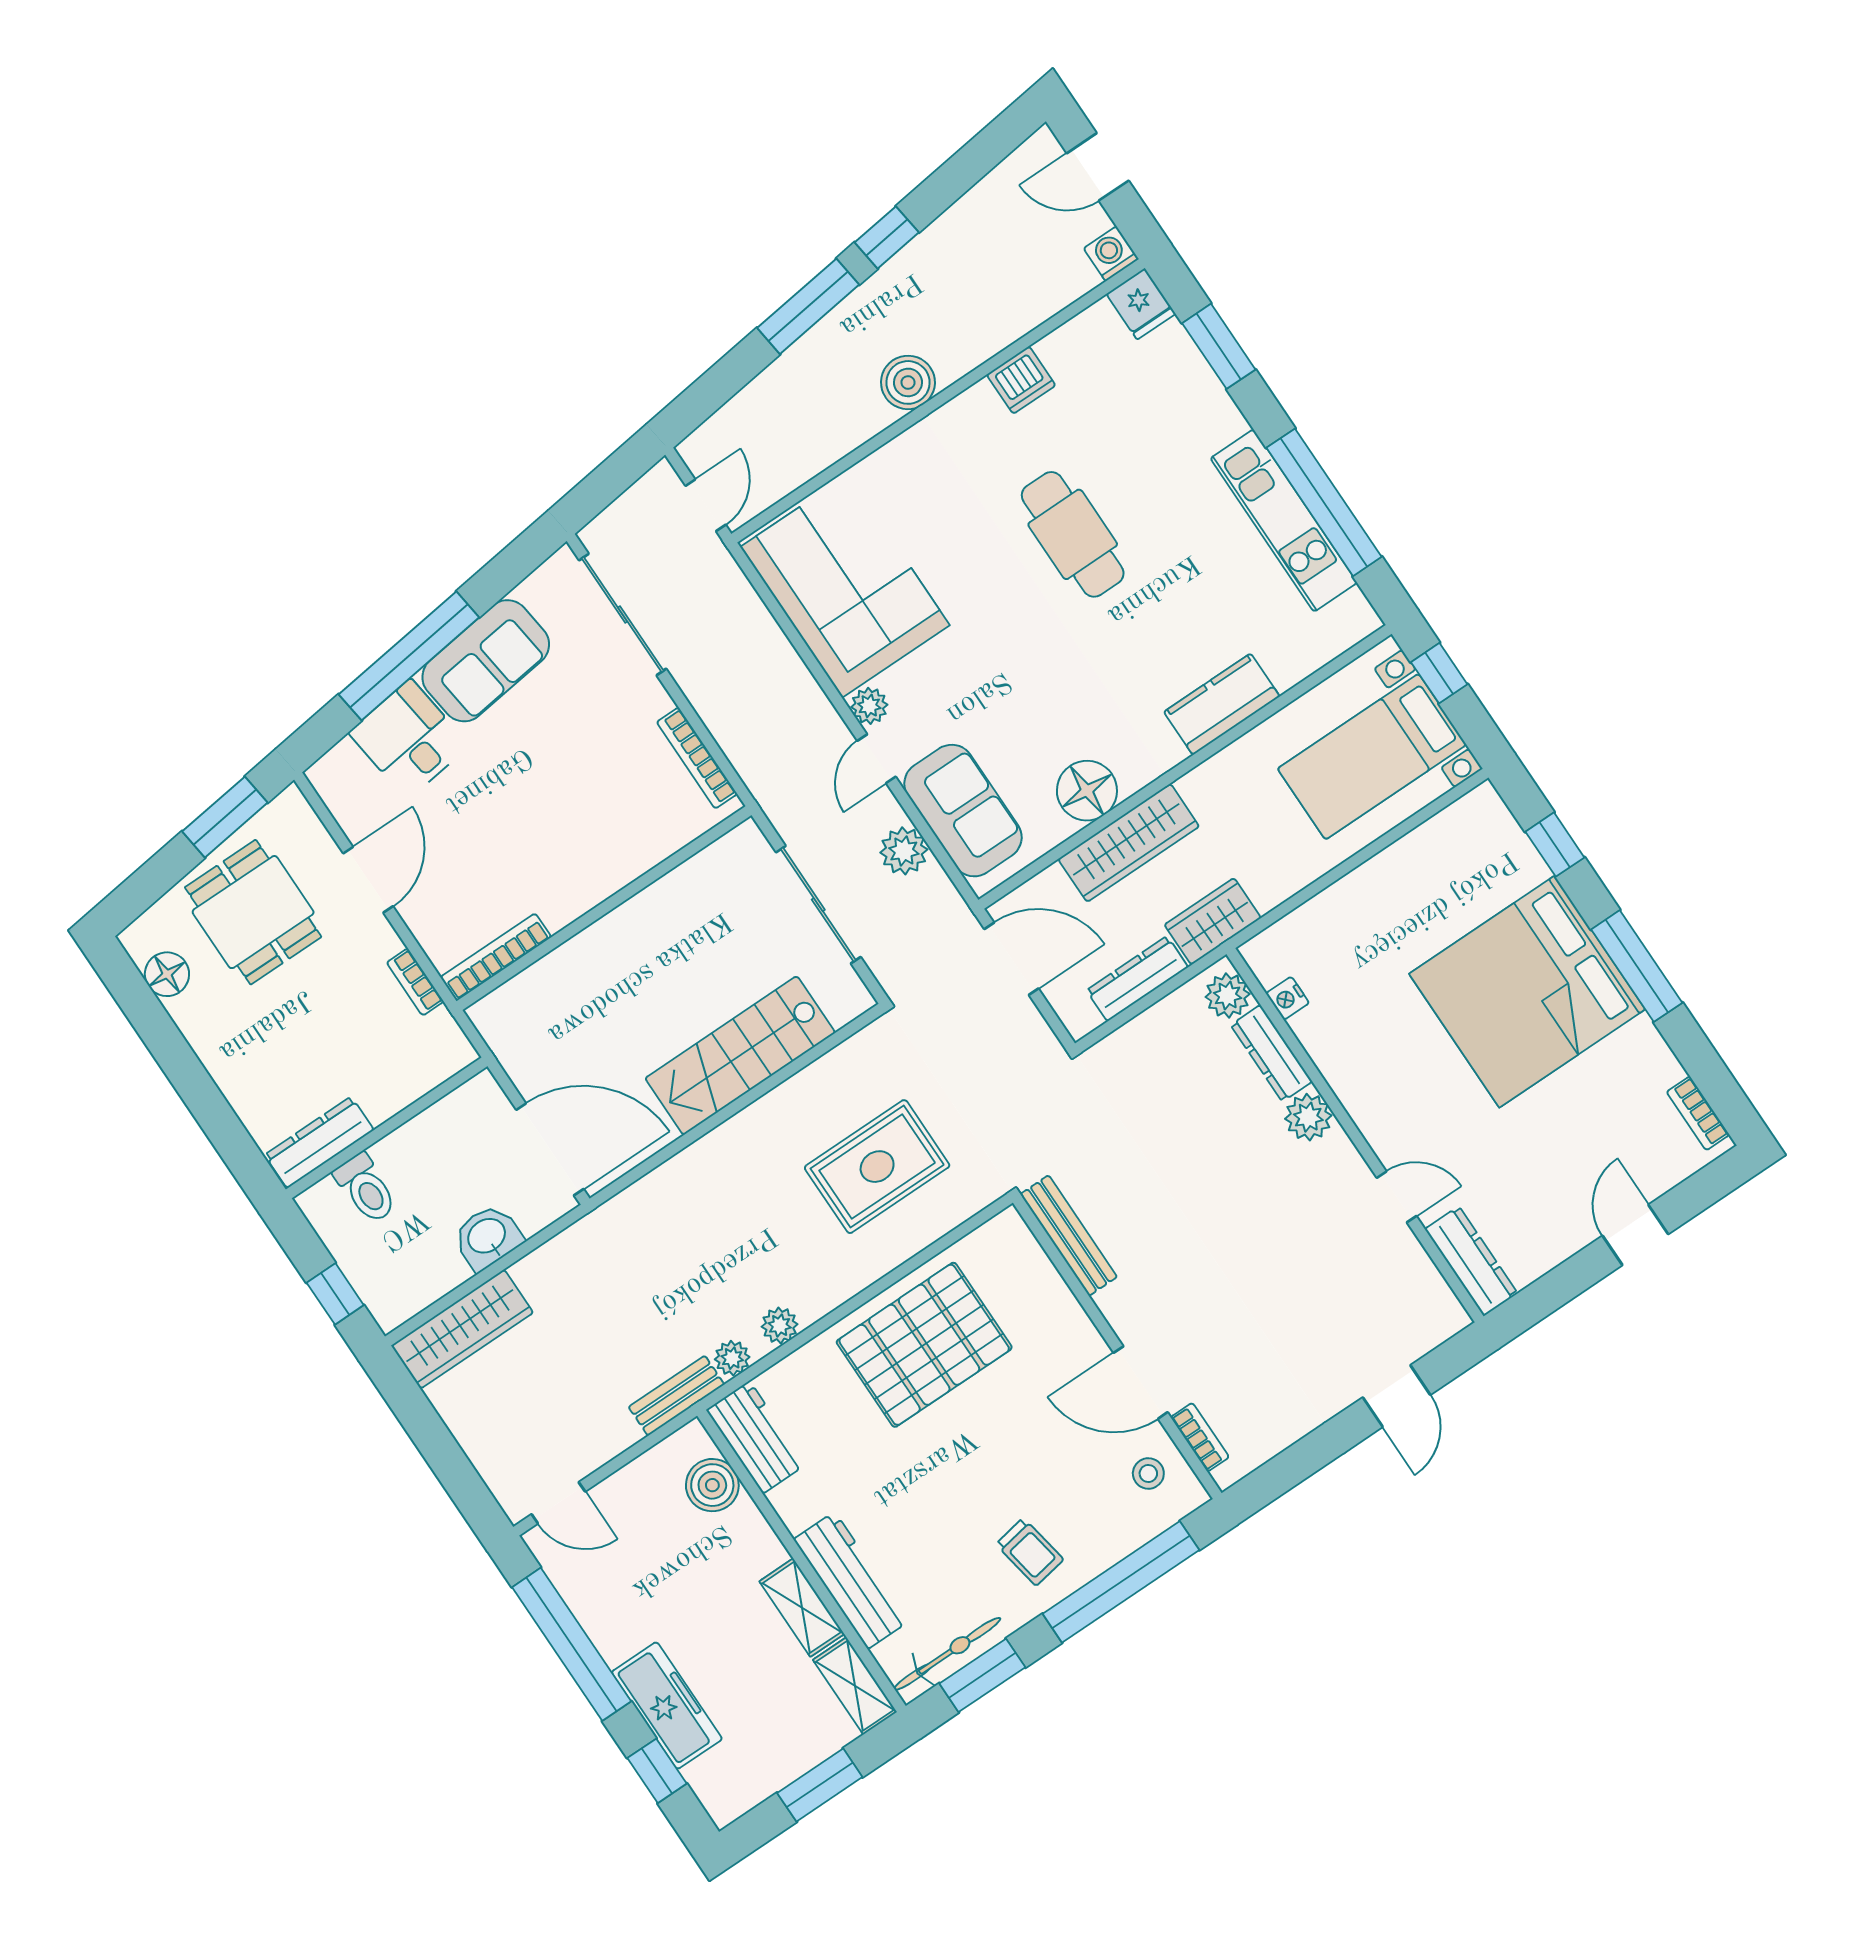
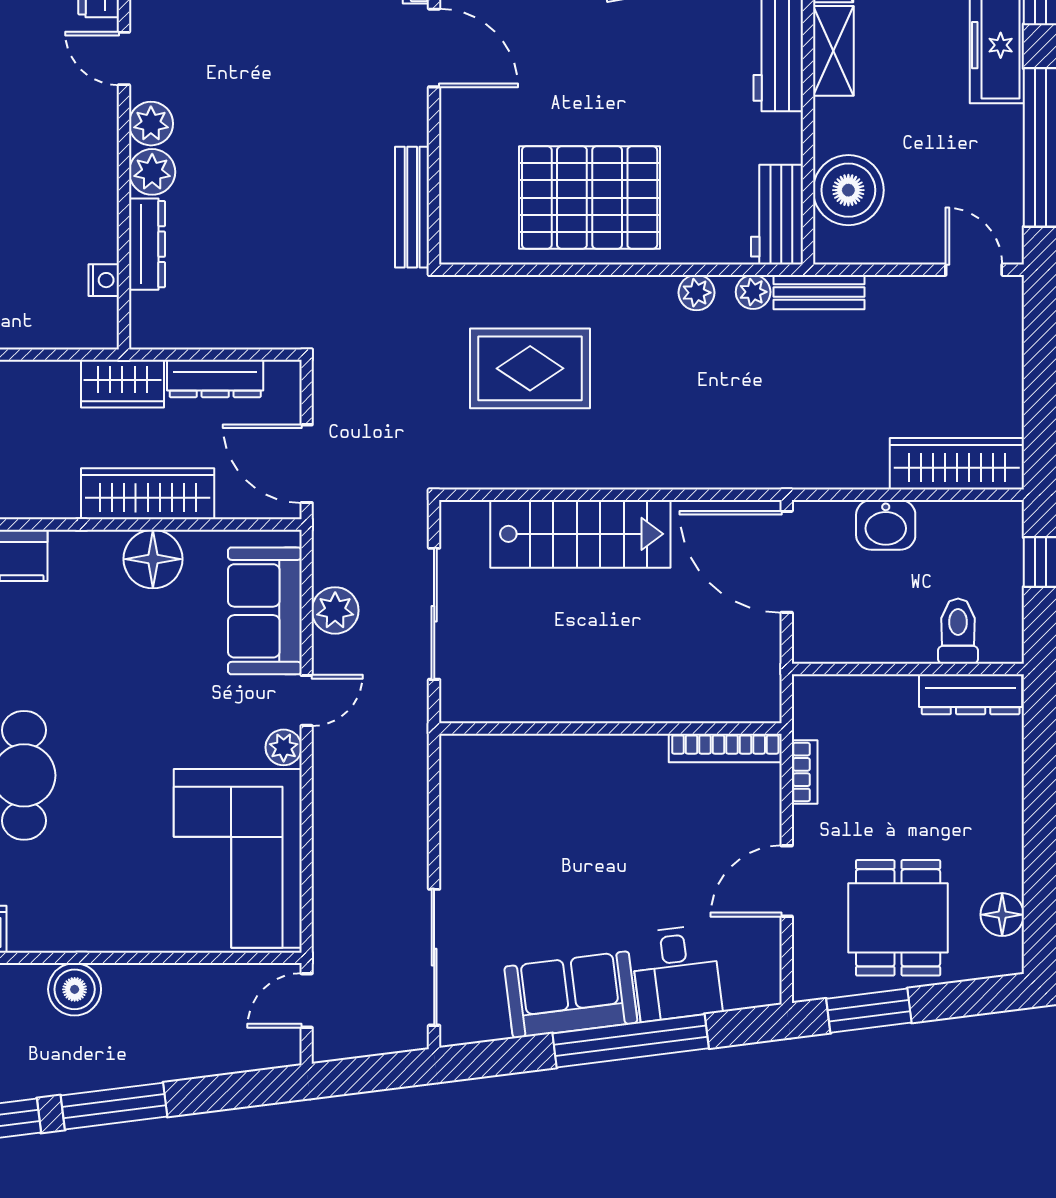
bookcase: (697, 758) -> (452, 800), removed
plant: (1228, 995) -> (151, 124), moved
boiler: (712, 1485) -> (848, 190), width x1.37, depth x1.37

